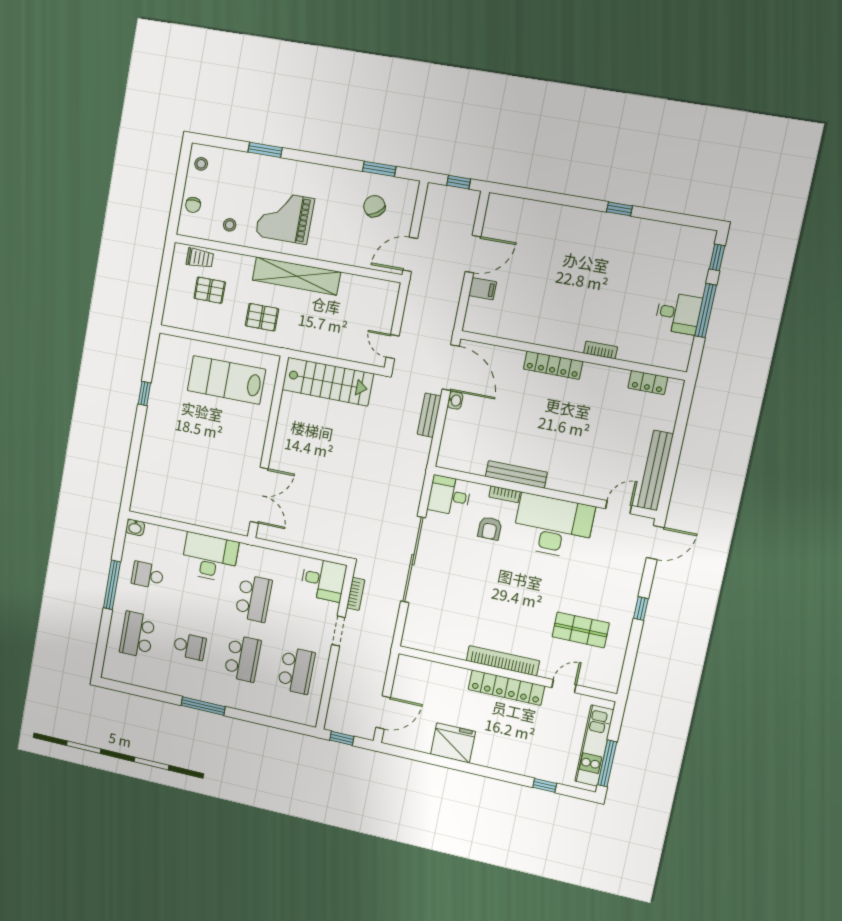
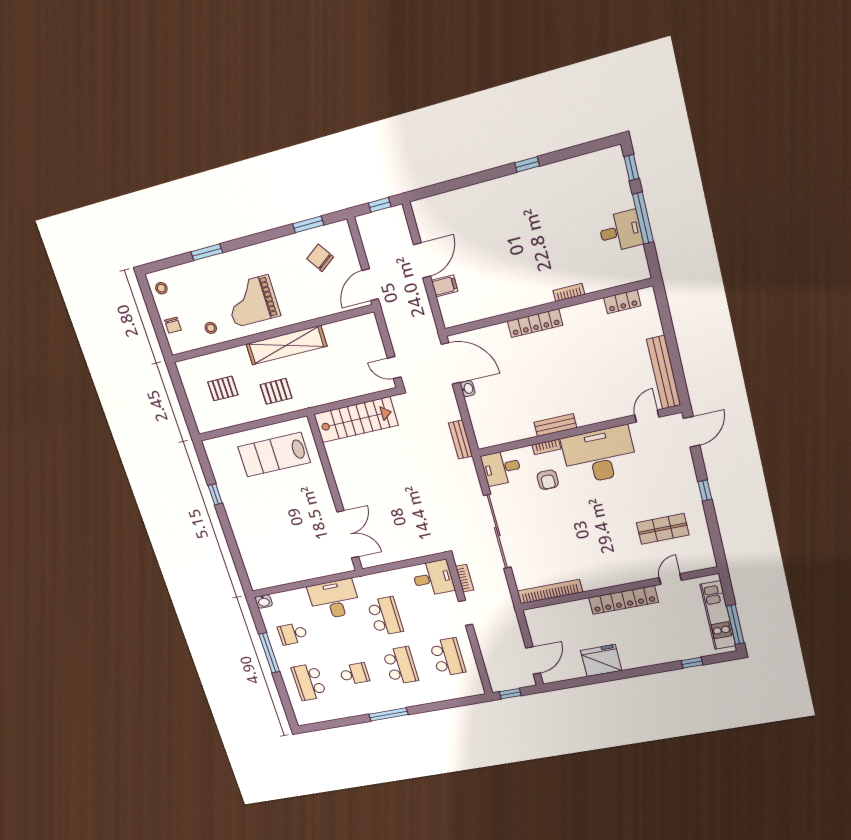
trolley: (200, 258) -> (201, 366), removed
bench: (429, 415) -> (461, 440), moved
bench: (516, 474) -> (555, 425), width x0.73
bookcase: (503, 661) -> (550, 592), moved

